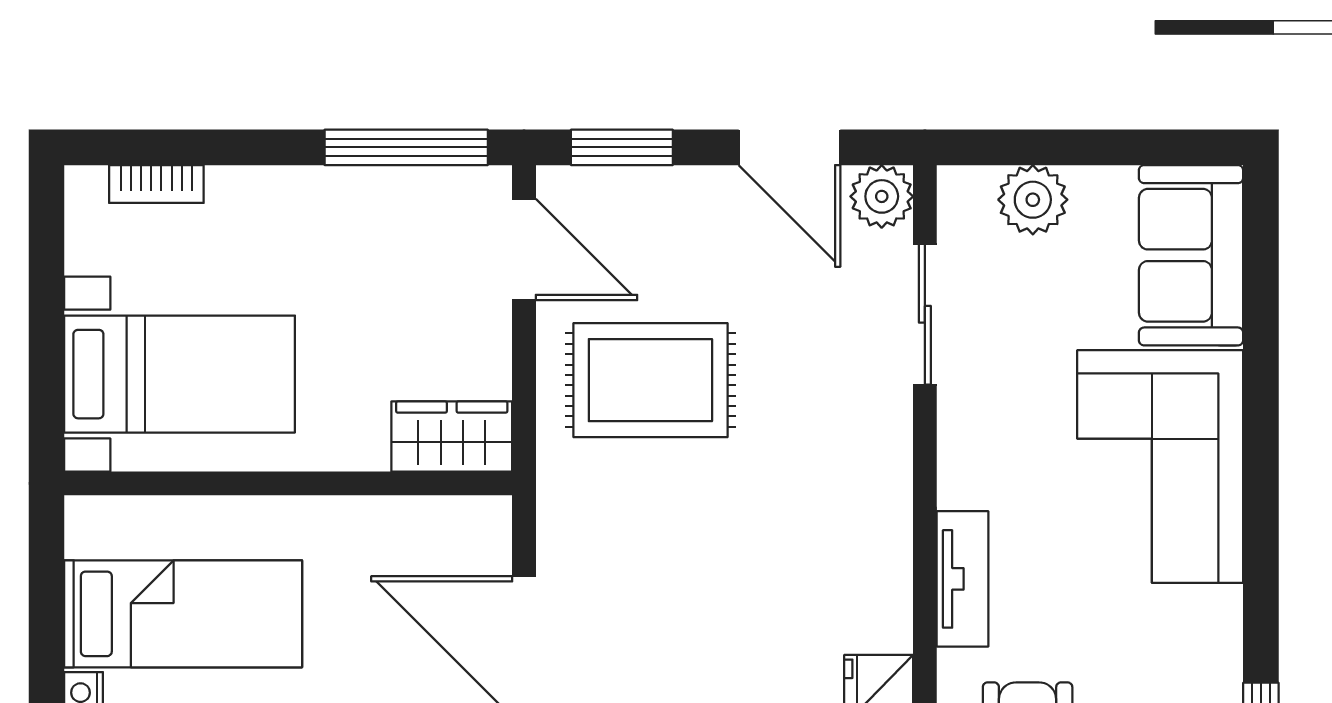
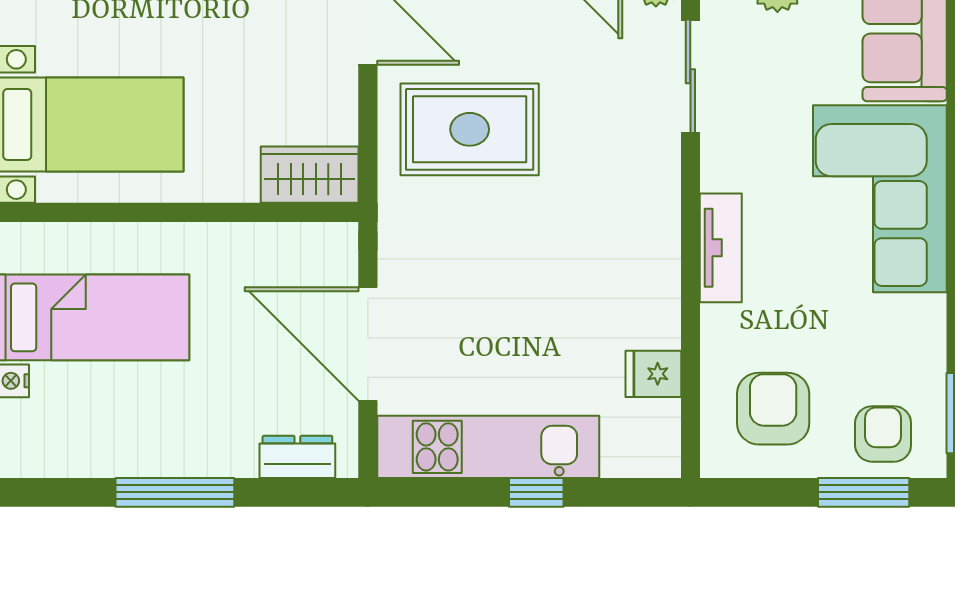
tv unit: (963, 579) -> (721, 248), moved

